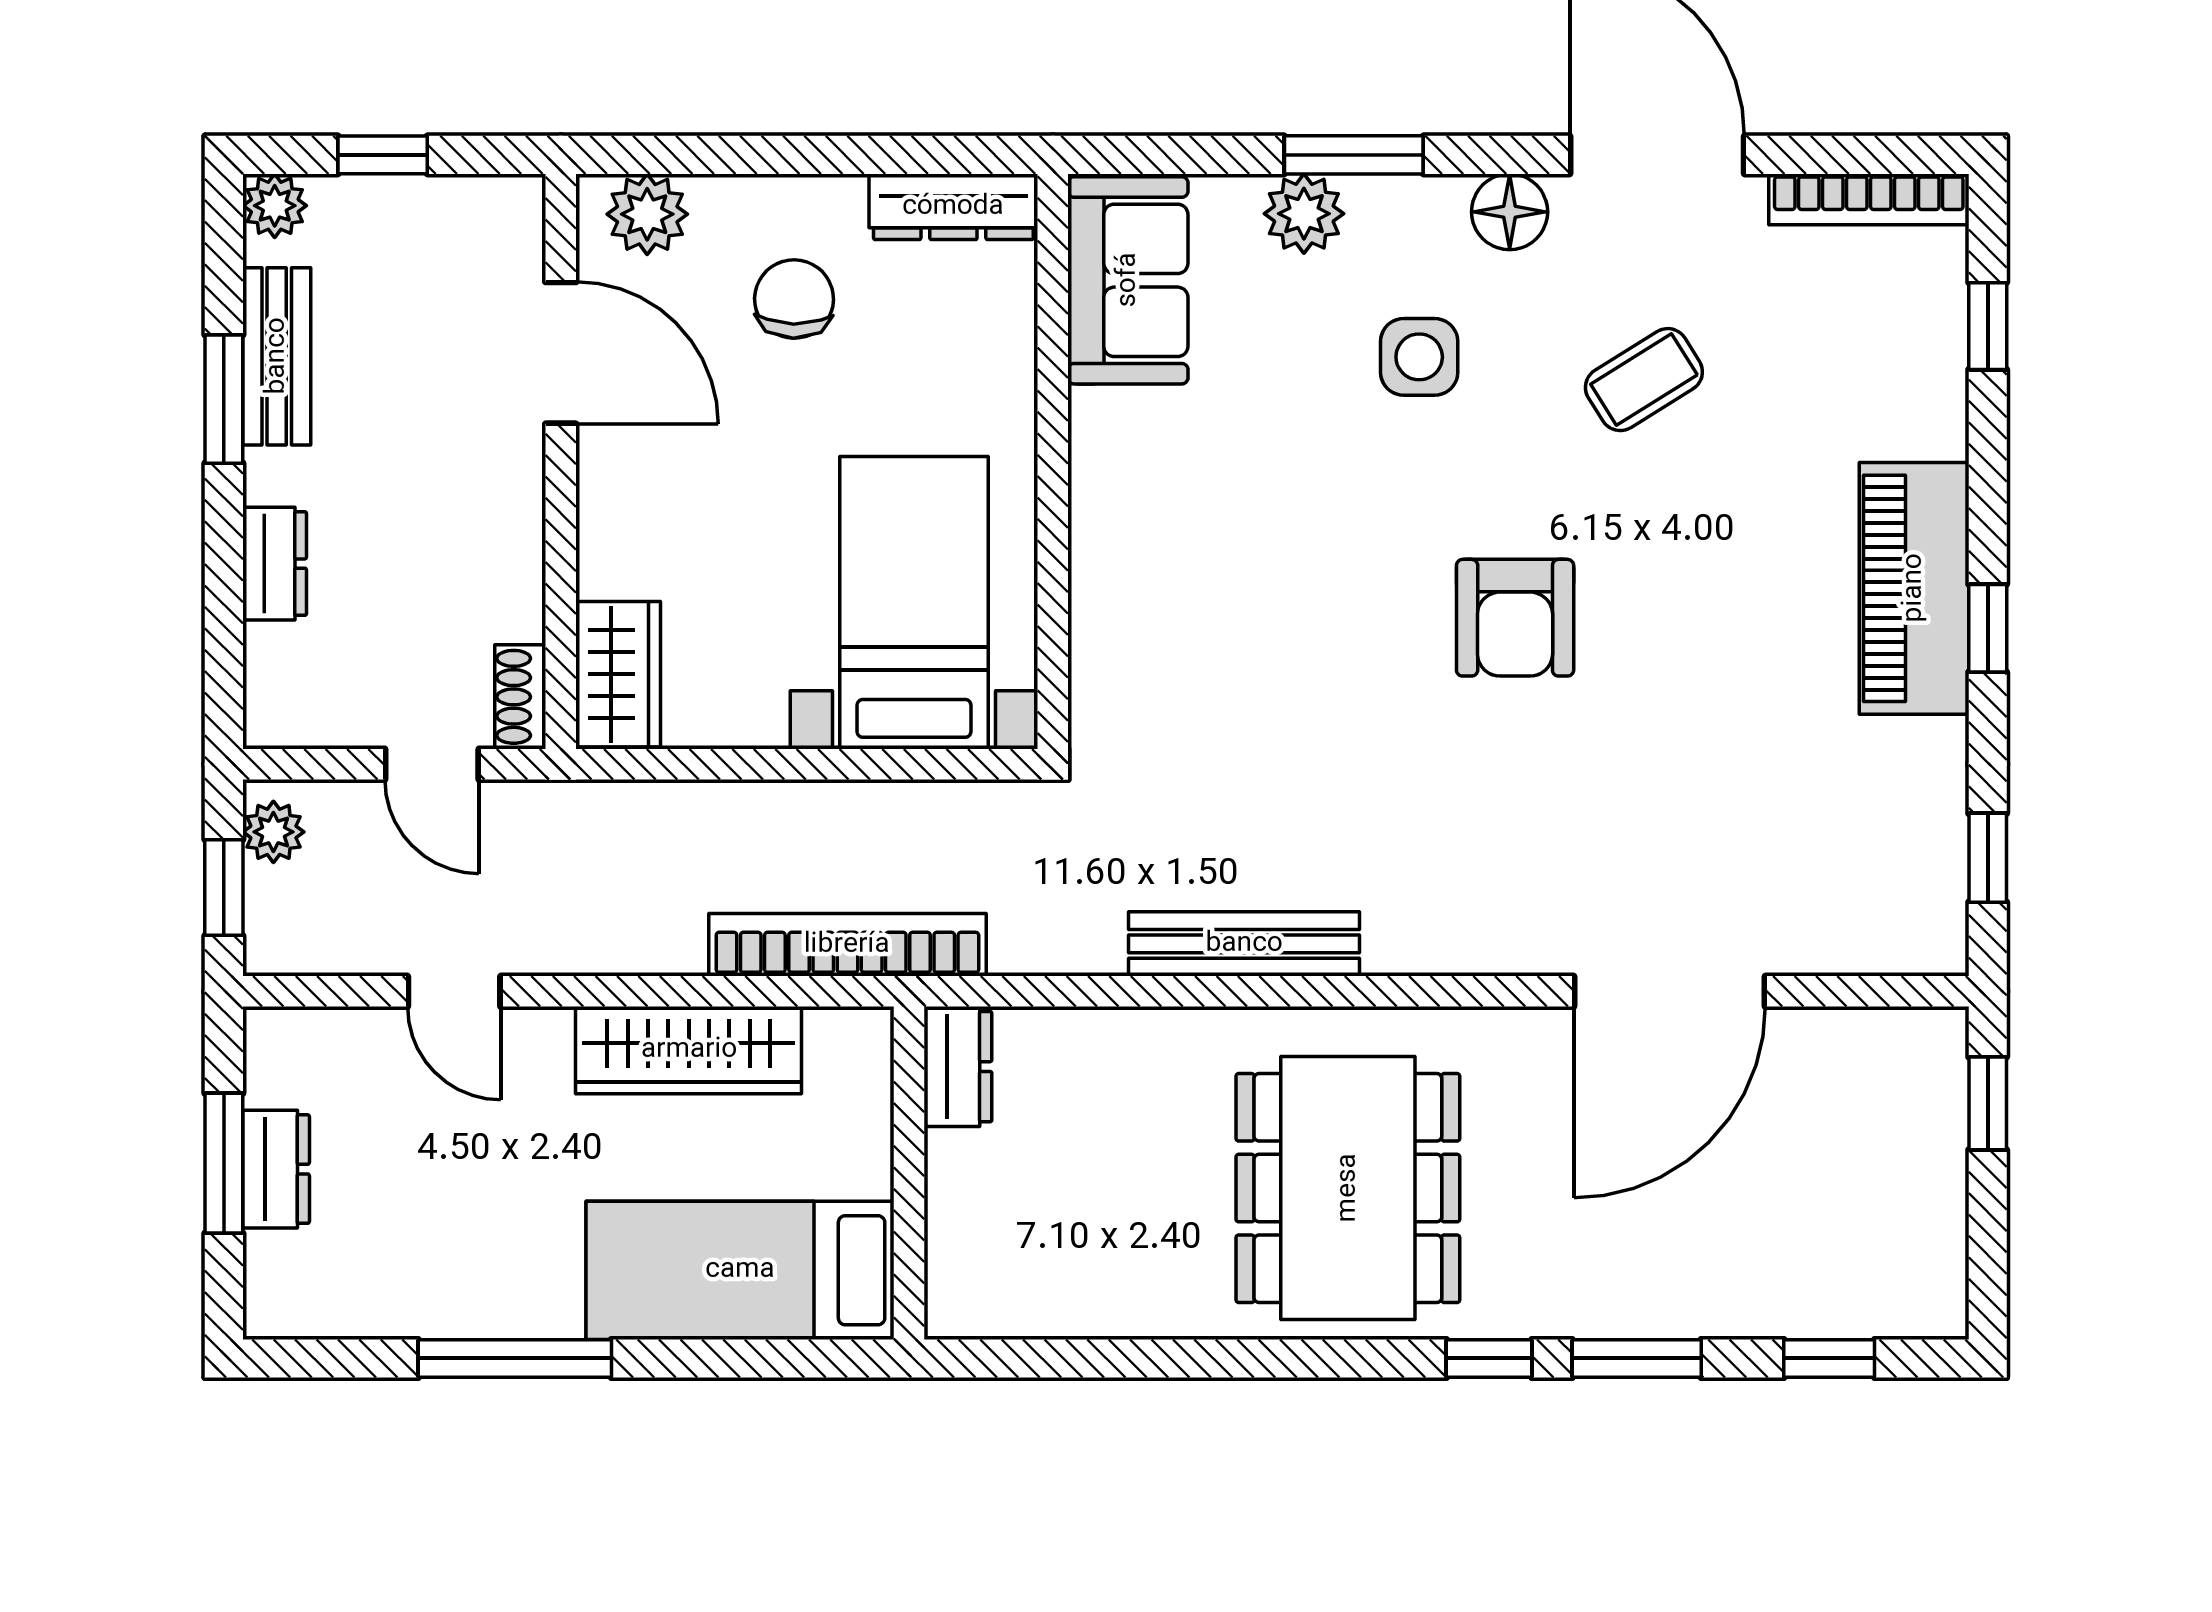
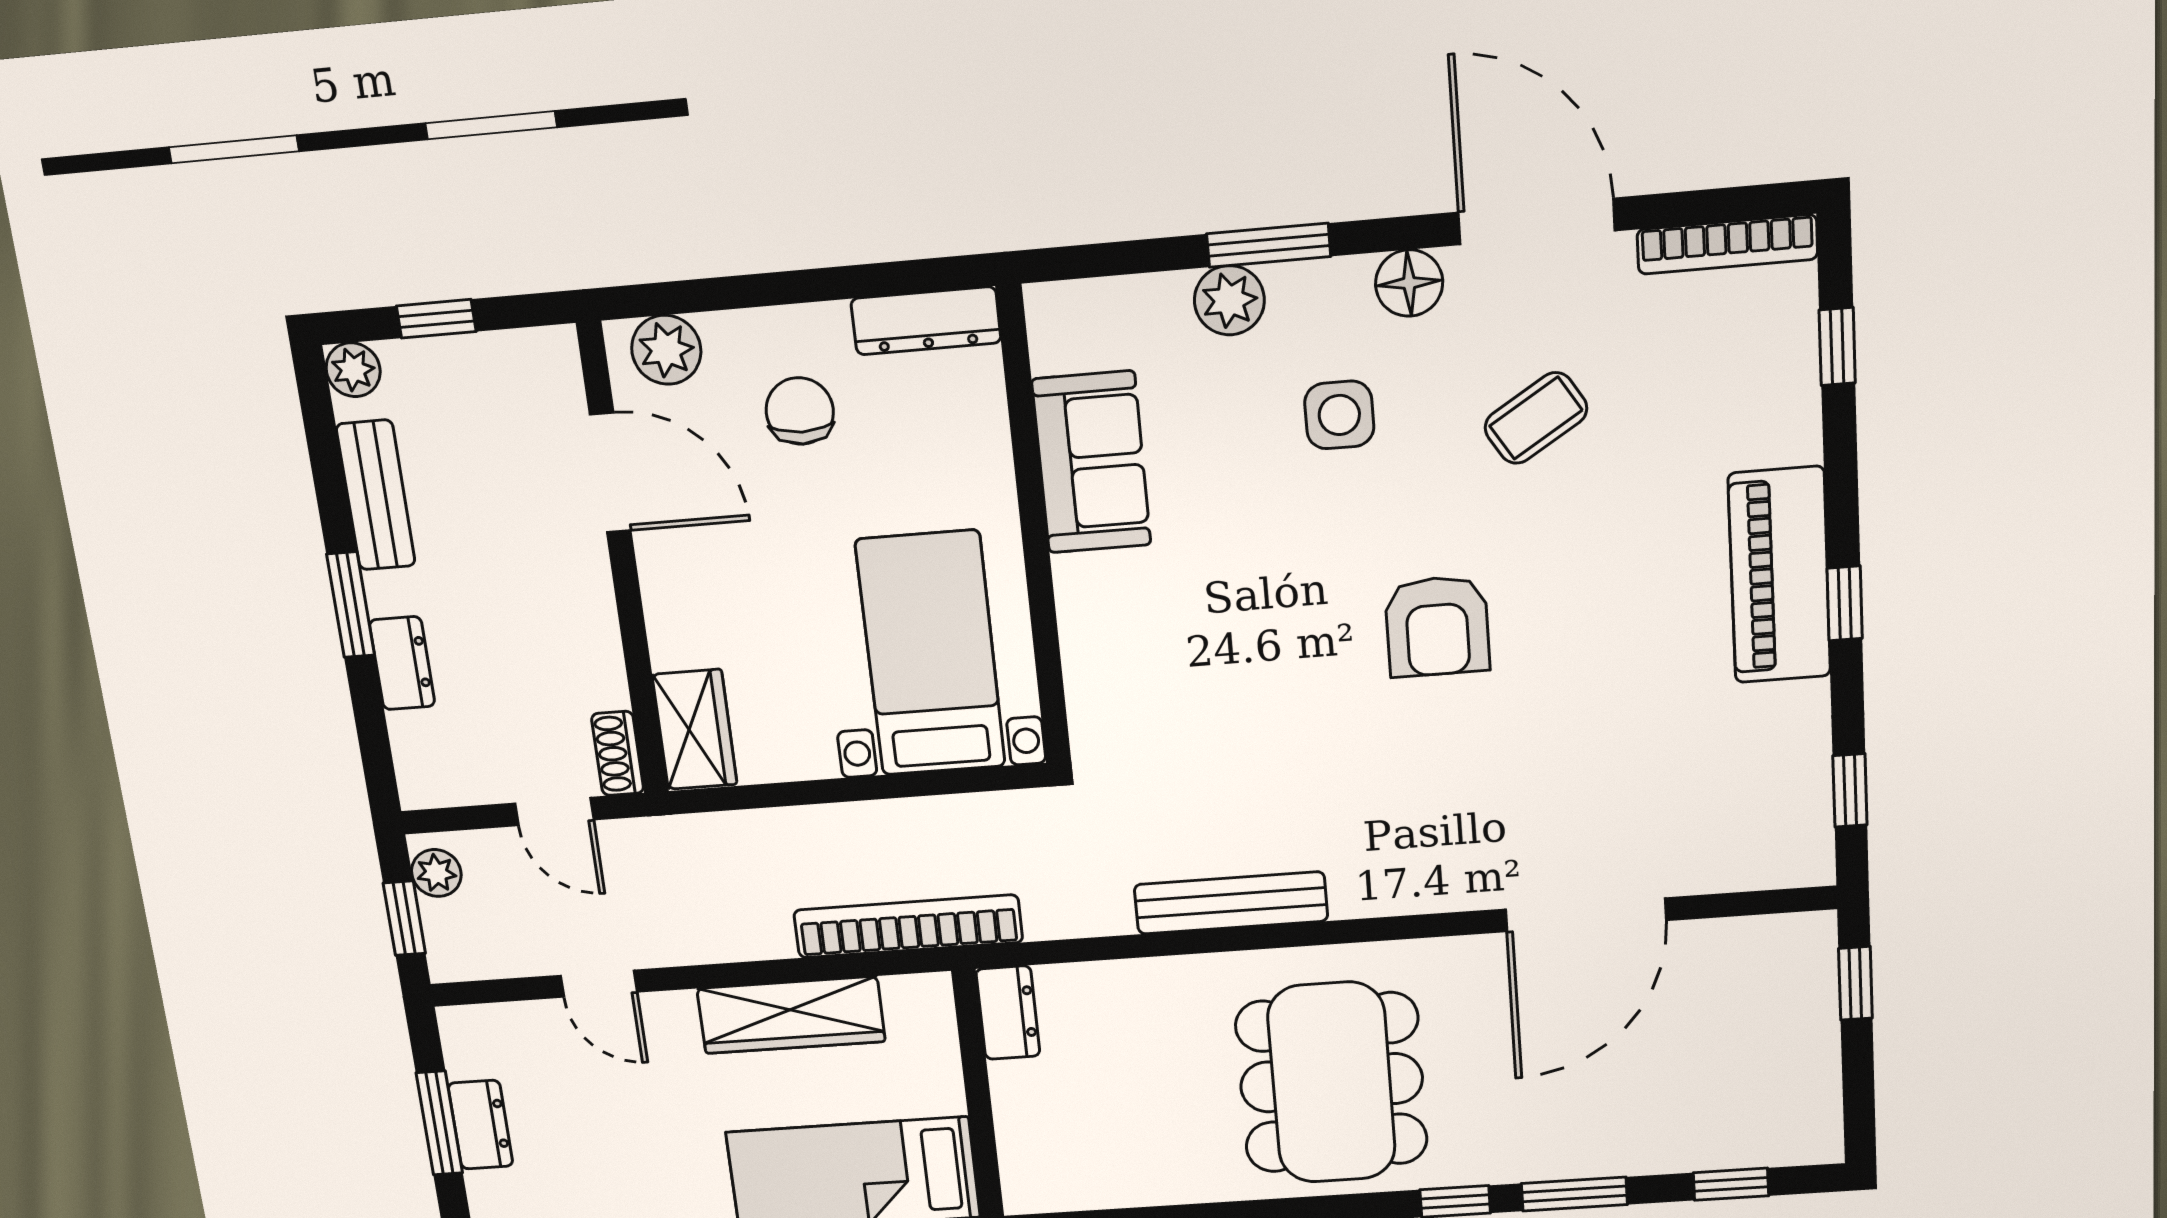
sofa: (1128, 280) -> (1091, 462), moved
window: (224, 399) -> (351, 605), moved

